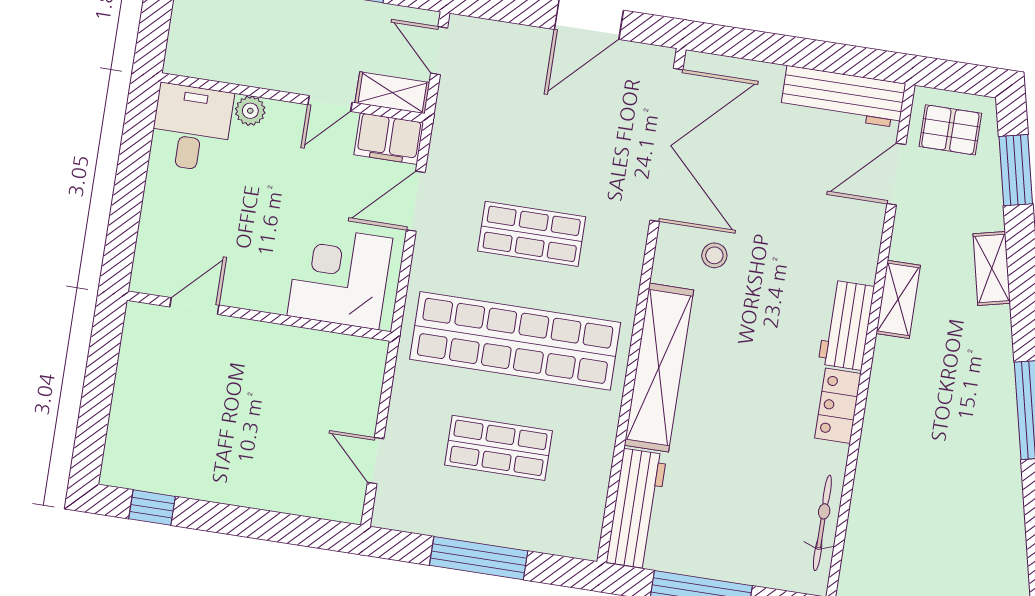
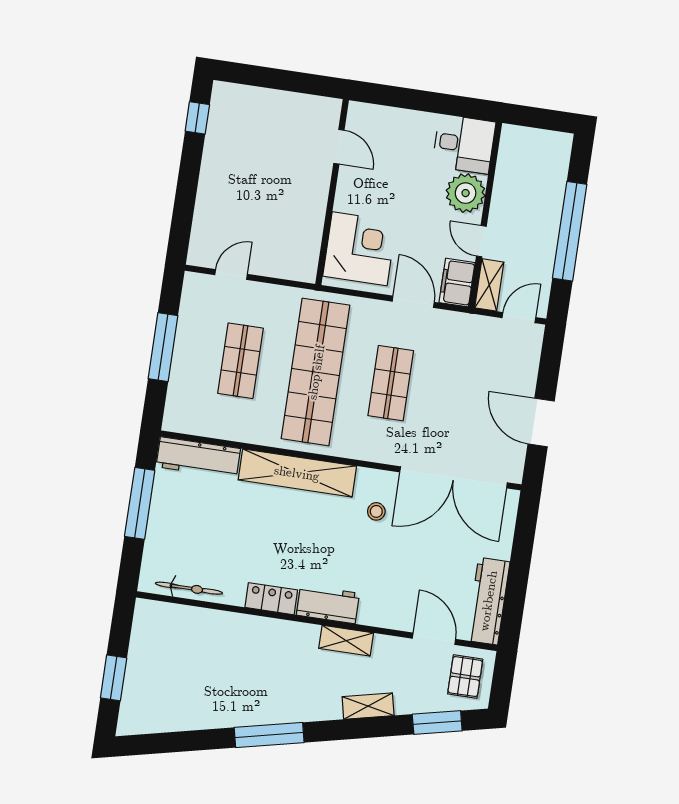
plant: (250, 111) -> (466, 193), width x1.87, depth x1.87

